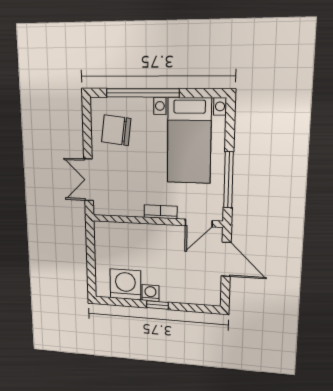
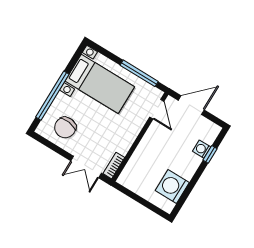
bookcase: (161, 212) -> (114, 166), moved
washing machine: (150, 293) -> (202, 149), moved
window: (157, 305) -> (210, 154), moved

